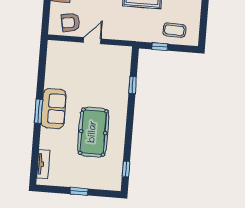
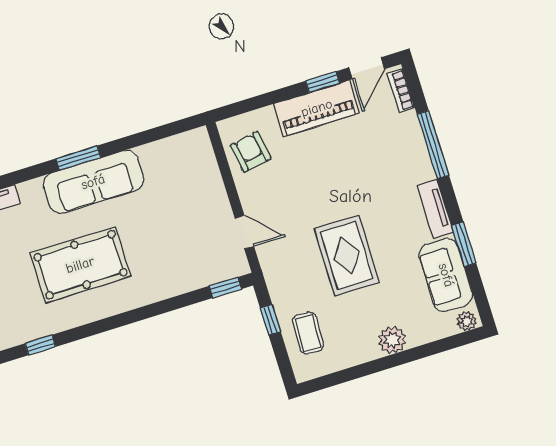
door: (92, 41) -> (244, 232), moved
window: (133, 85) -> (225, 288), moved
sofa: (54, 109) -> (93, 182), width x1.36

